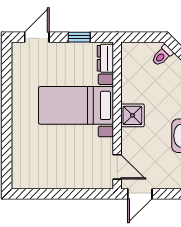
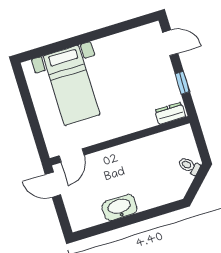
bed with nightstands: (76, 105) -> (72, 85), moved, turned 180
shower: (132, 115) -> (124, 155), removed

